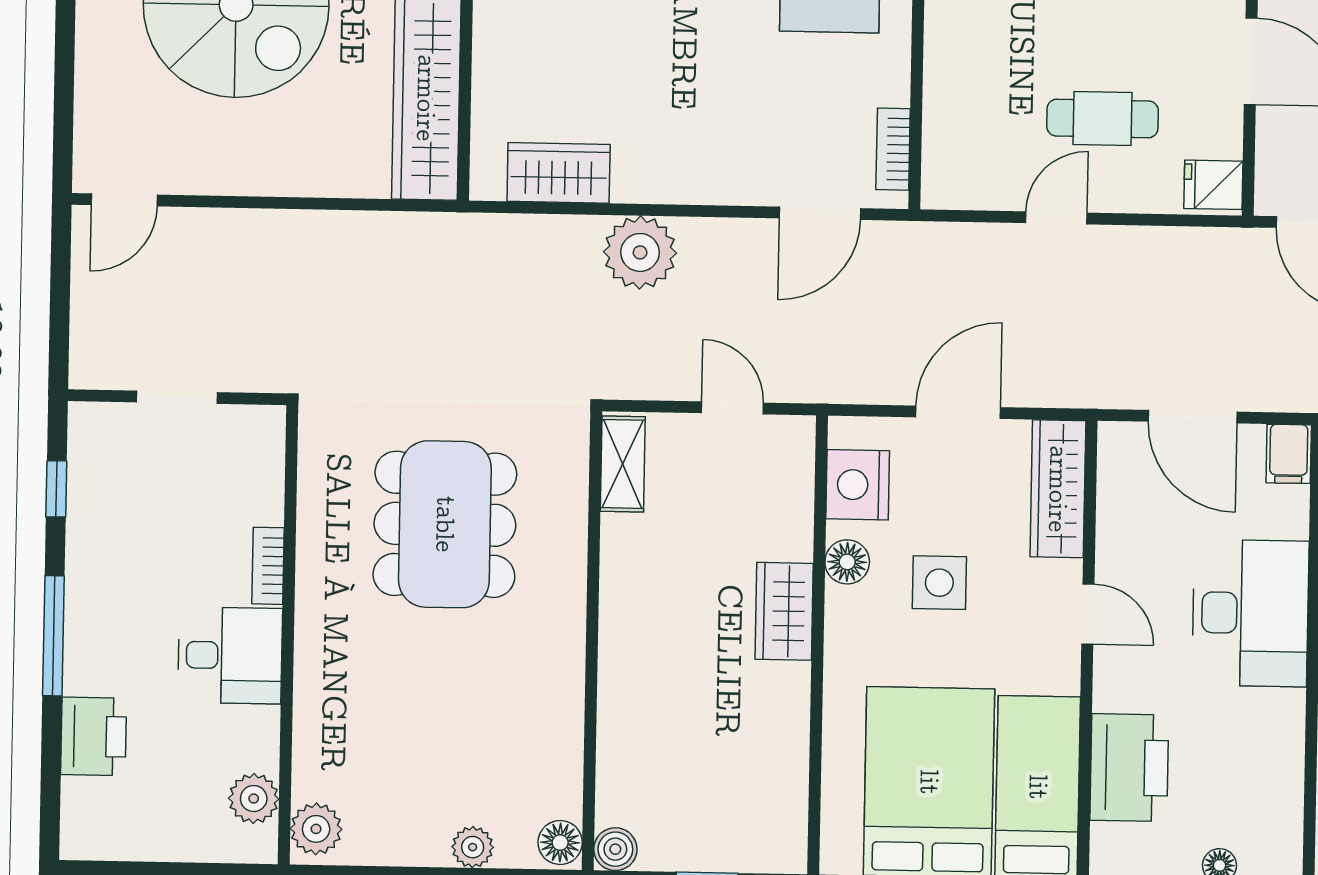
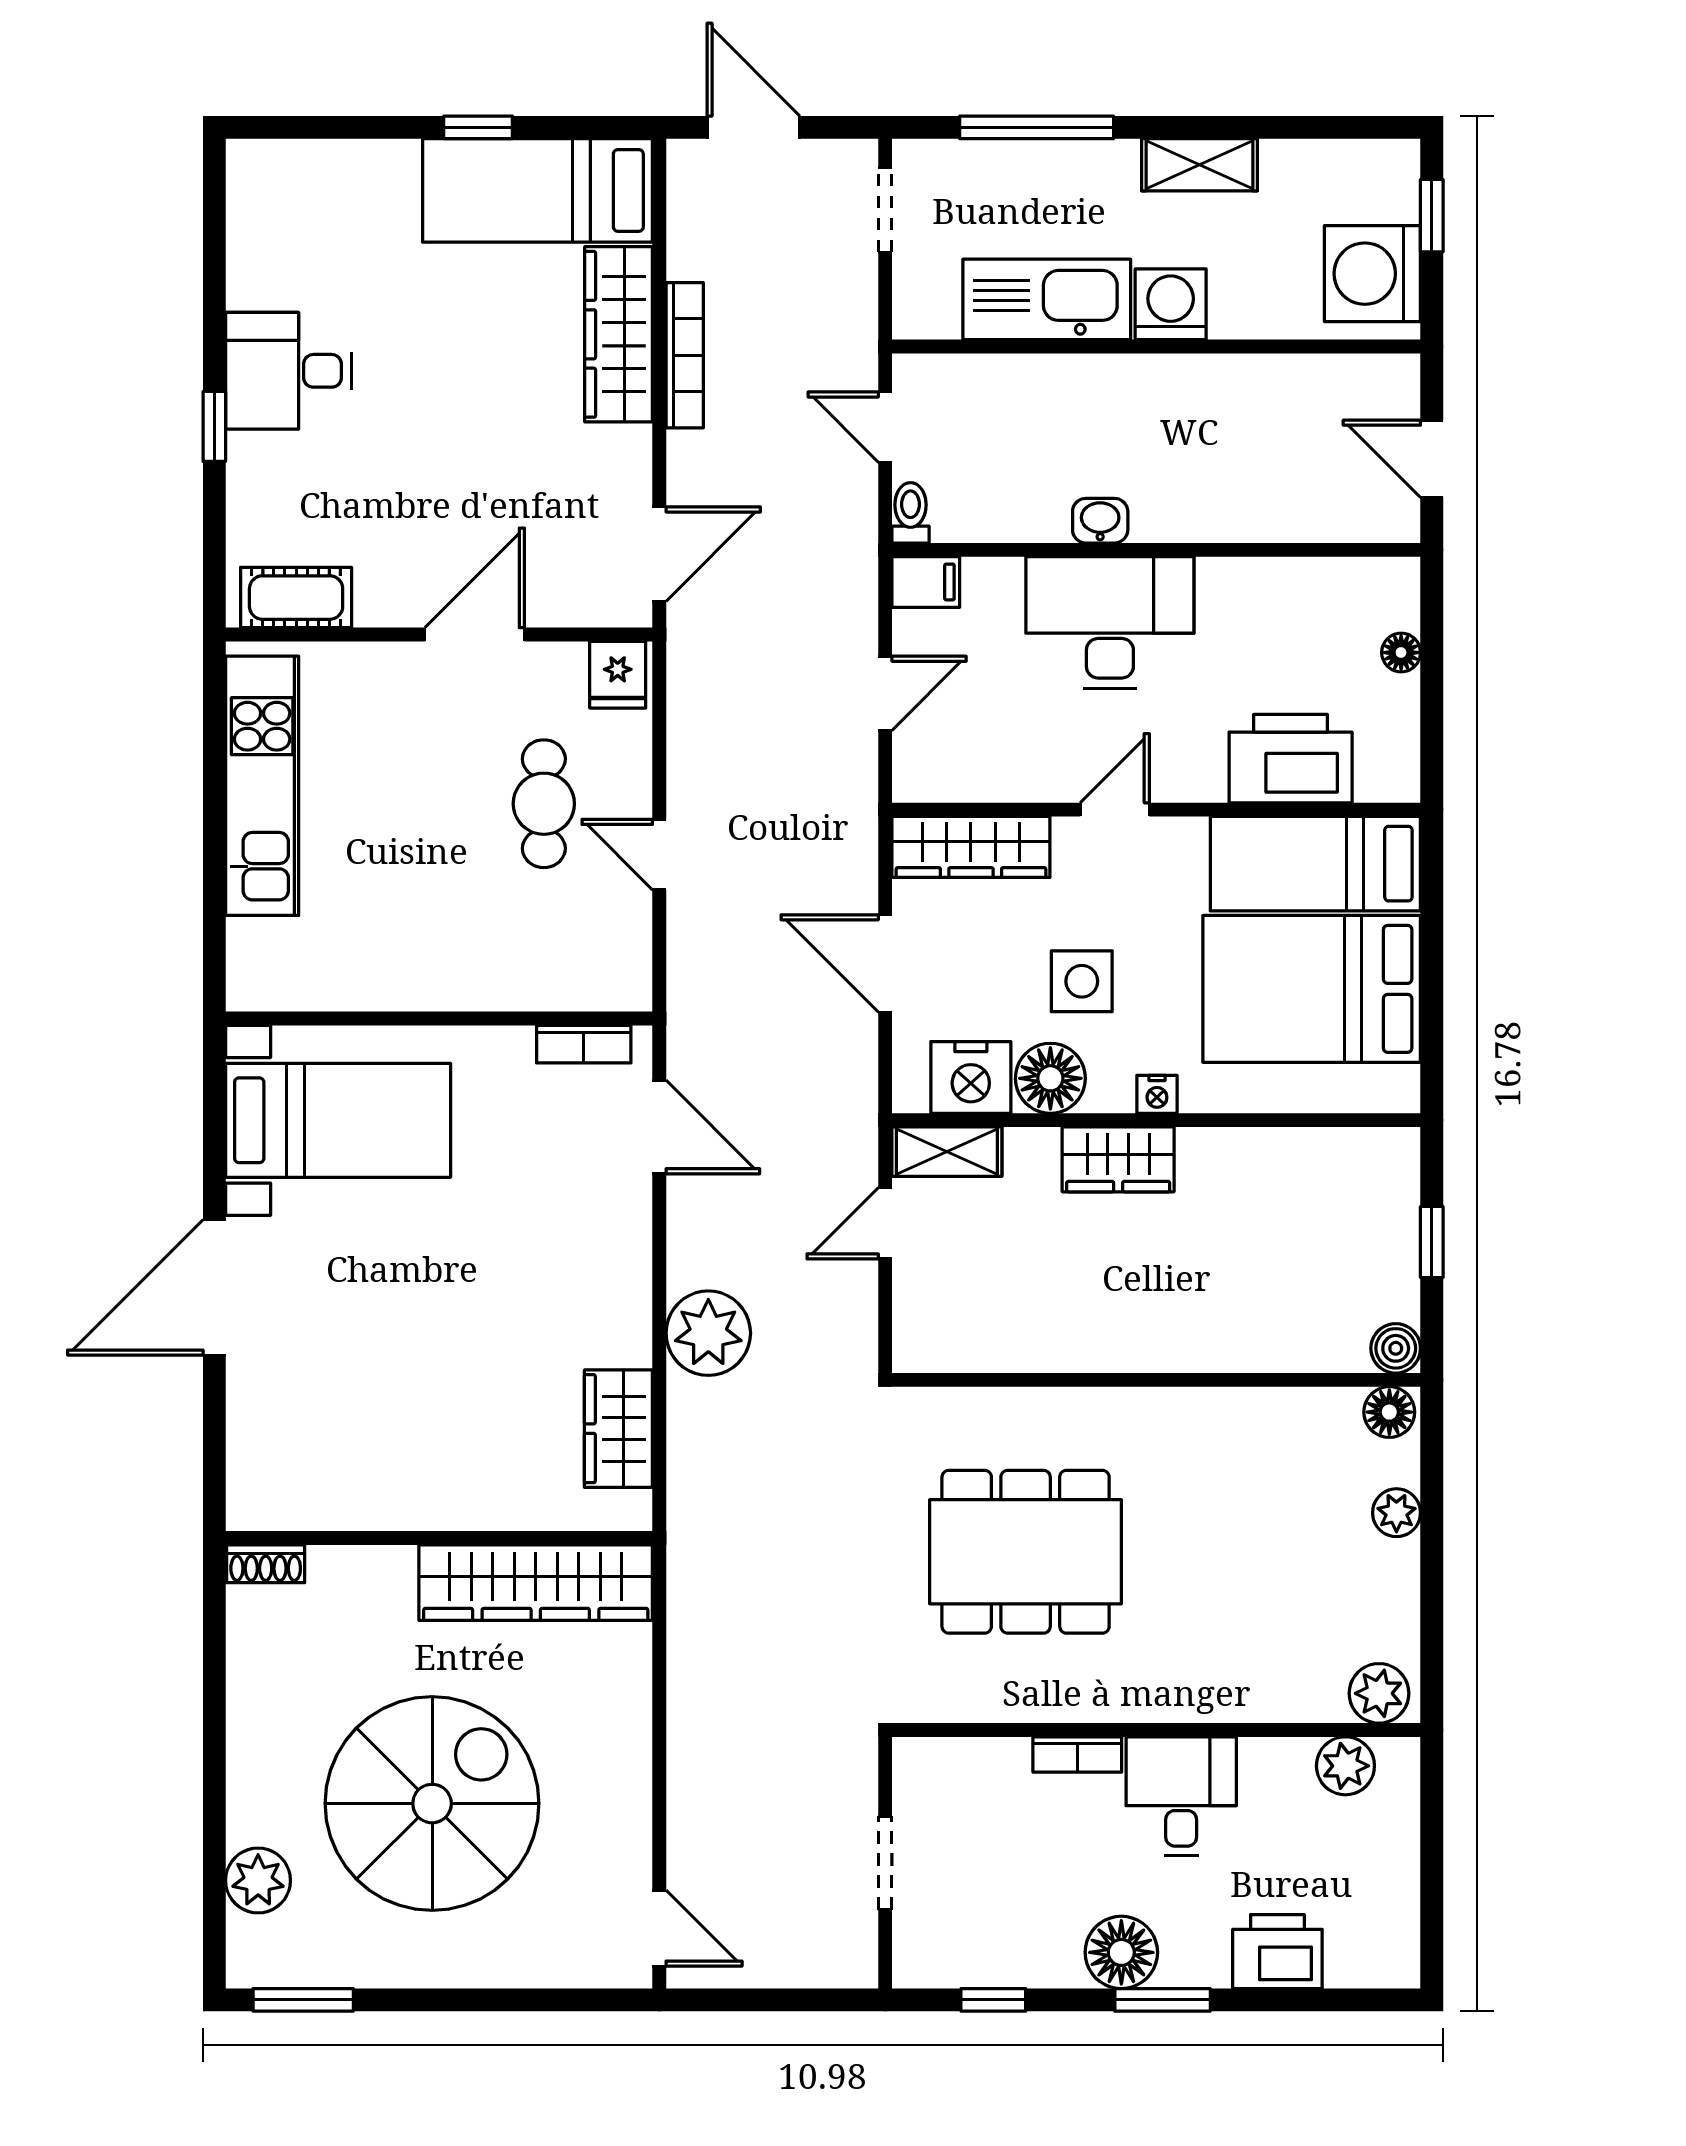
door: (1193, 417) -> (885, 693), width x0.73
shelving: (623, 464) -> (947, 1152), moved
floor lamp: (847, 562) -> (1050, 1078), width x1.38, depth x1.38
floor lamp: (95, 601) -> (1121, 1952), added
window: (53, 636) -> (1163, 2000), width x0.69
nightstand: (840, 646) -> (1157, 1094), added

